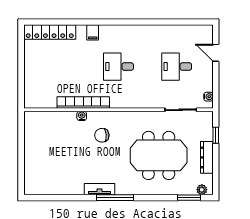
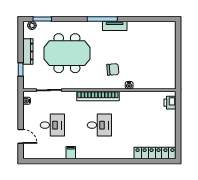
filing cabinet: (93, 32) -> (71, 153), moved
printer: (31, 94) -> (170, 103), added
bookcase: (83, 103) -> (98, 96), moved

